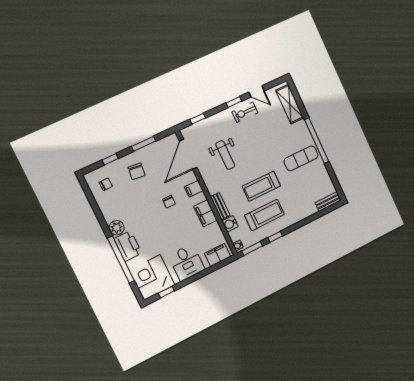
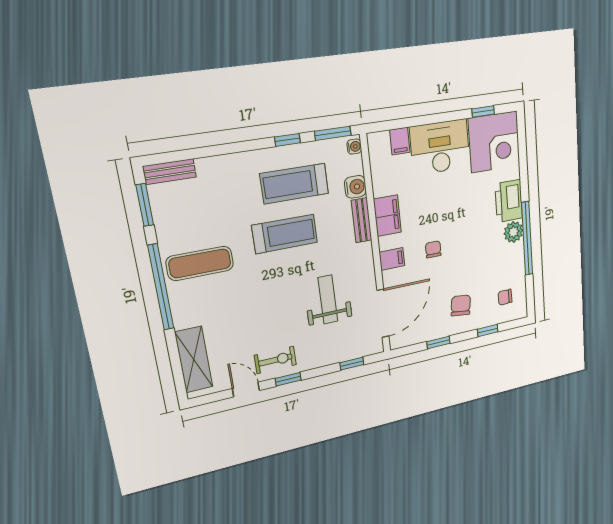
window: (144, 144) -> (438, 343), width x0.67
window: (335, 181) -> (145, 205), added
filing cabinet: (218, 255) -> (400, 141), width x0.50
window: (121, 260) -> (527, 239), moved
desk: (187, 262) -> (440, 147), width x1.37

